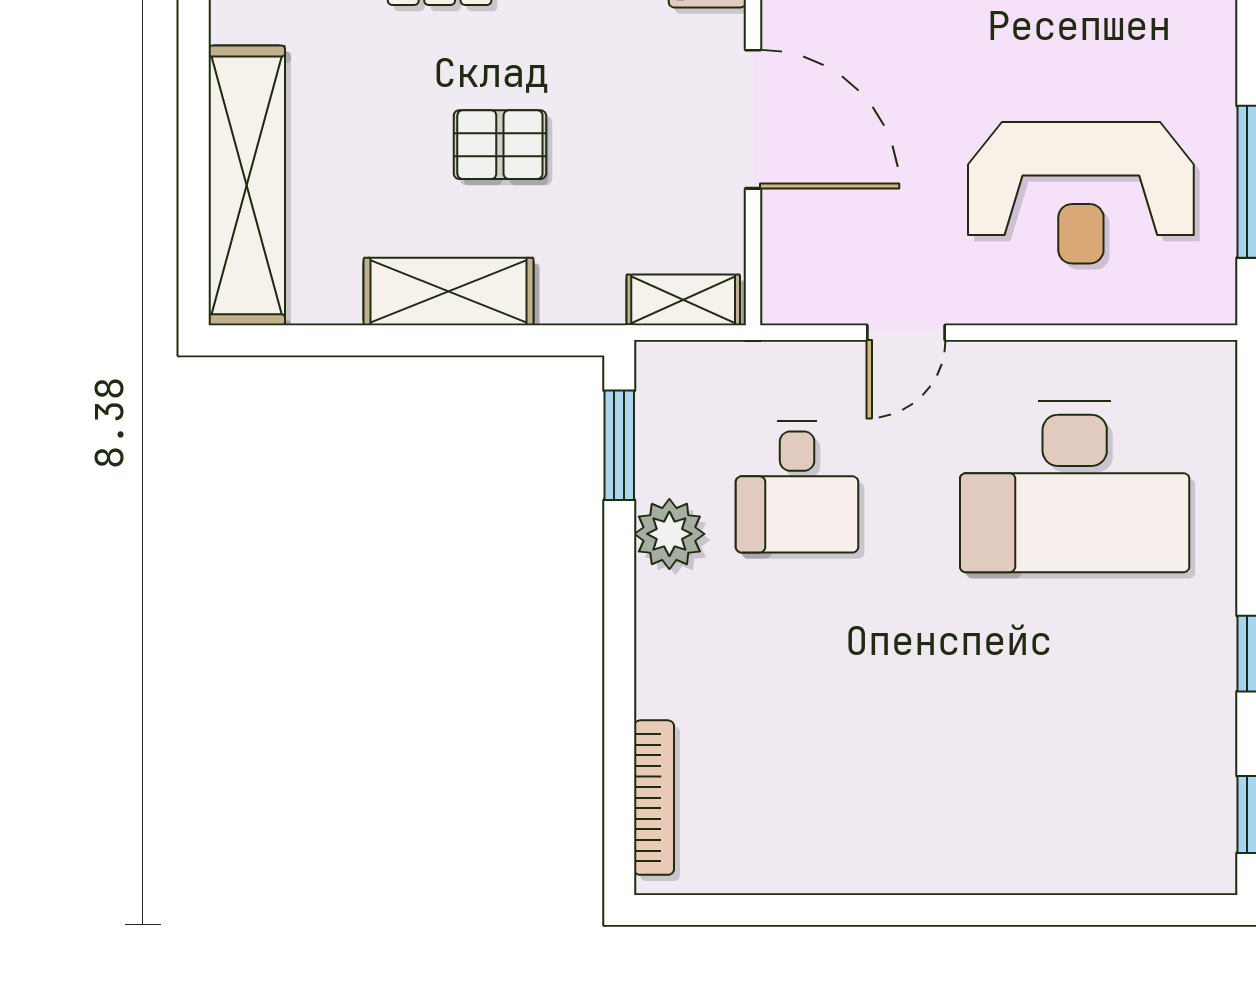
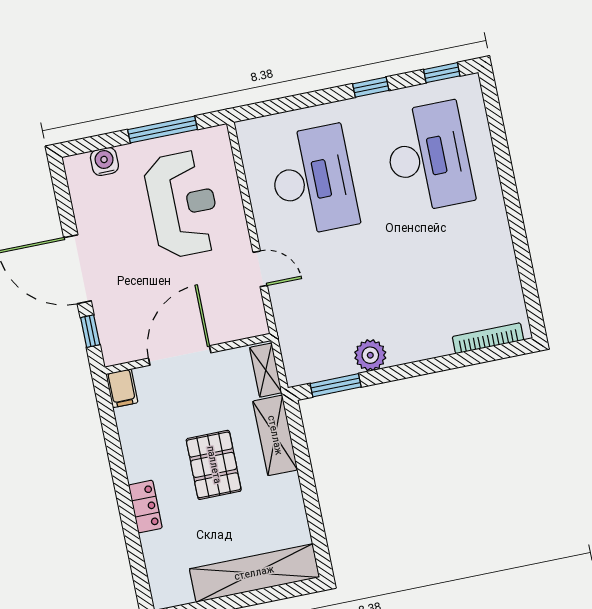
water cooler: (1208, 41) -> (104, 162), added
pallet: (500, 145) -> (214, 465), width x1.50, depth x1.42
shelving: (449, 291) -> (275, 435), moved
desk: (797, 487) -> (428, 157), moved, width x1.87, depth x1.30

